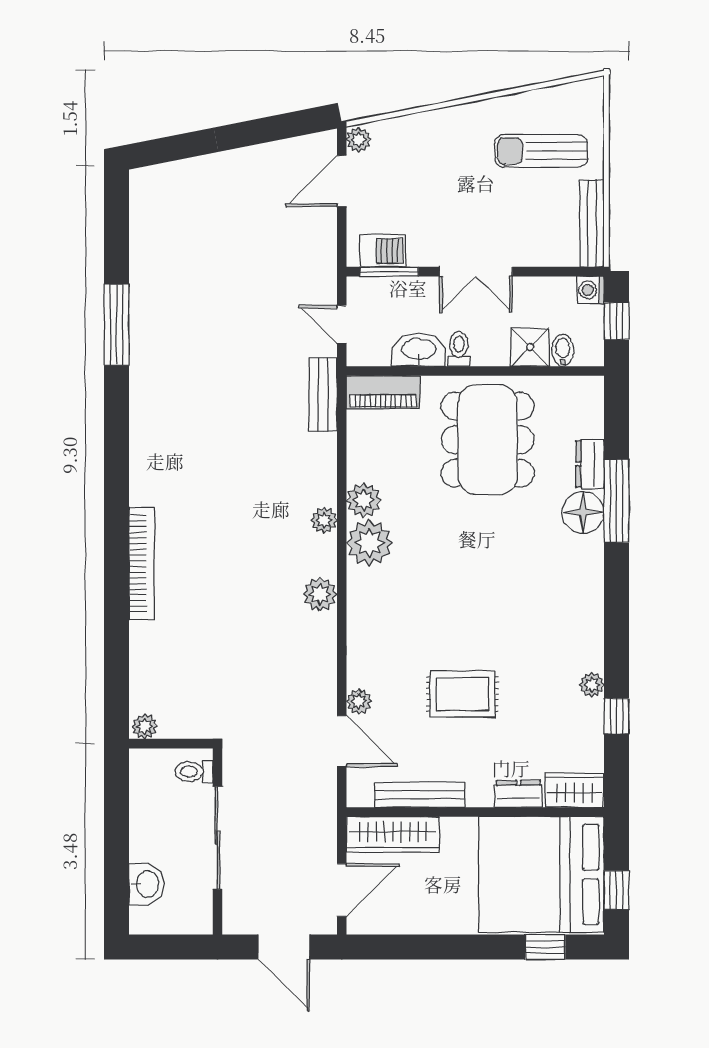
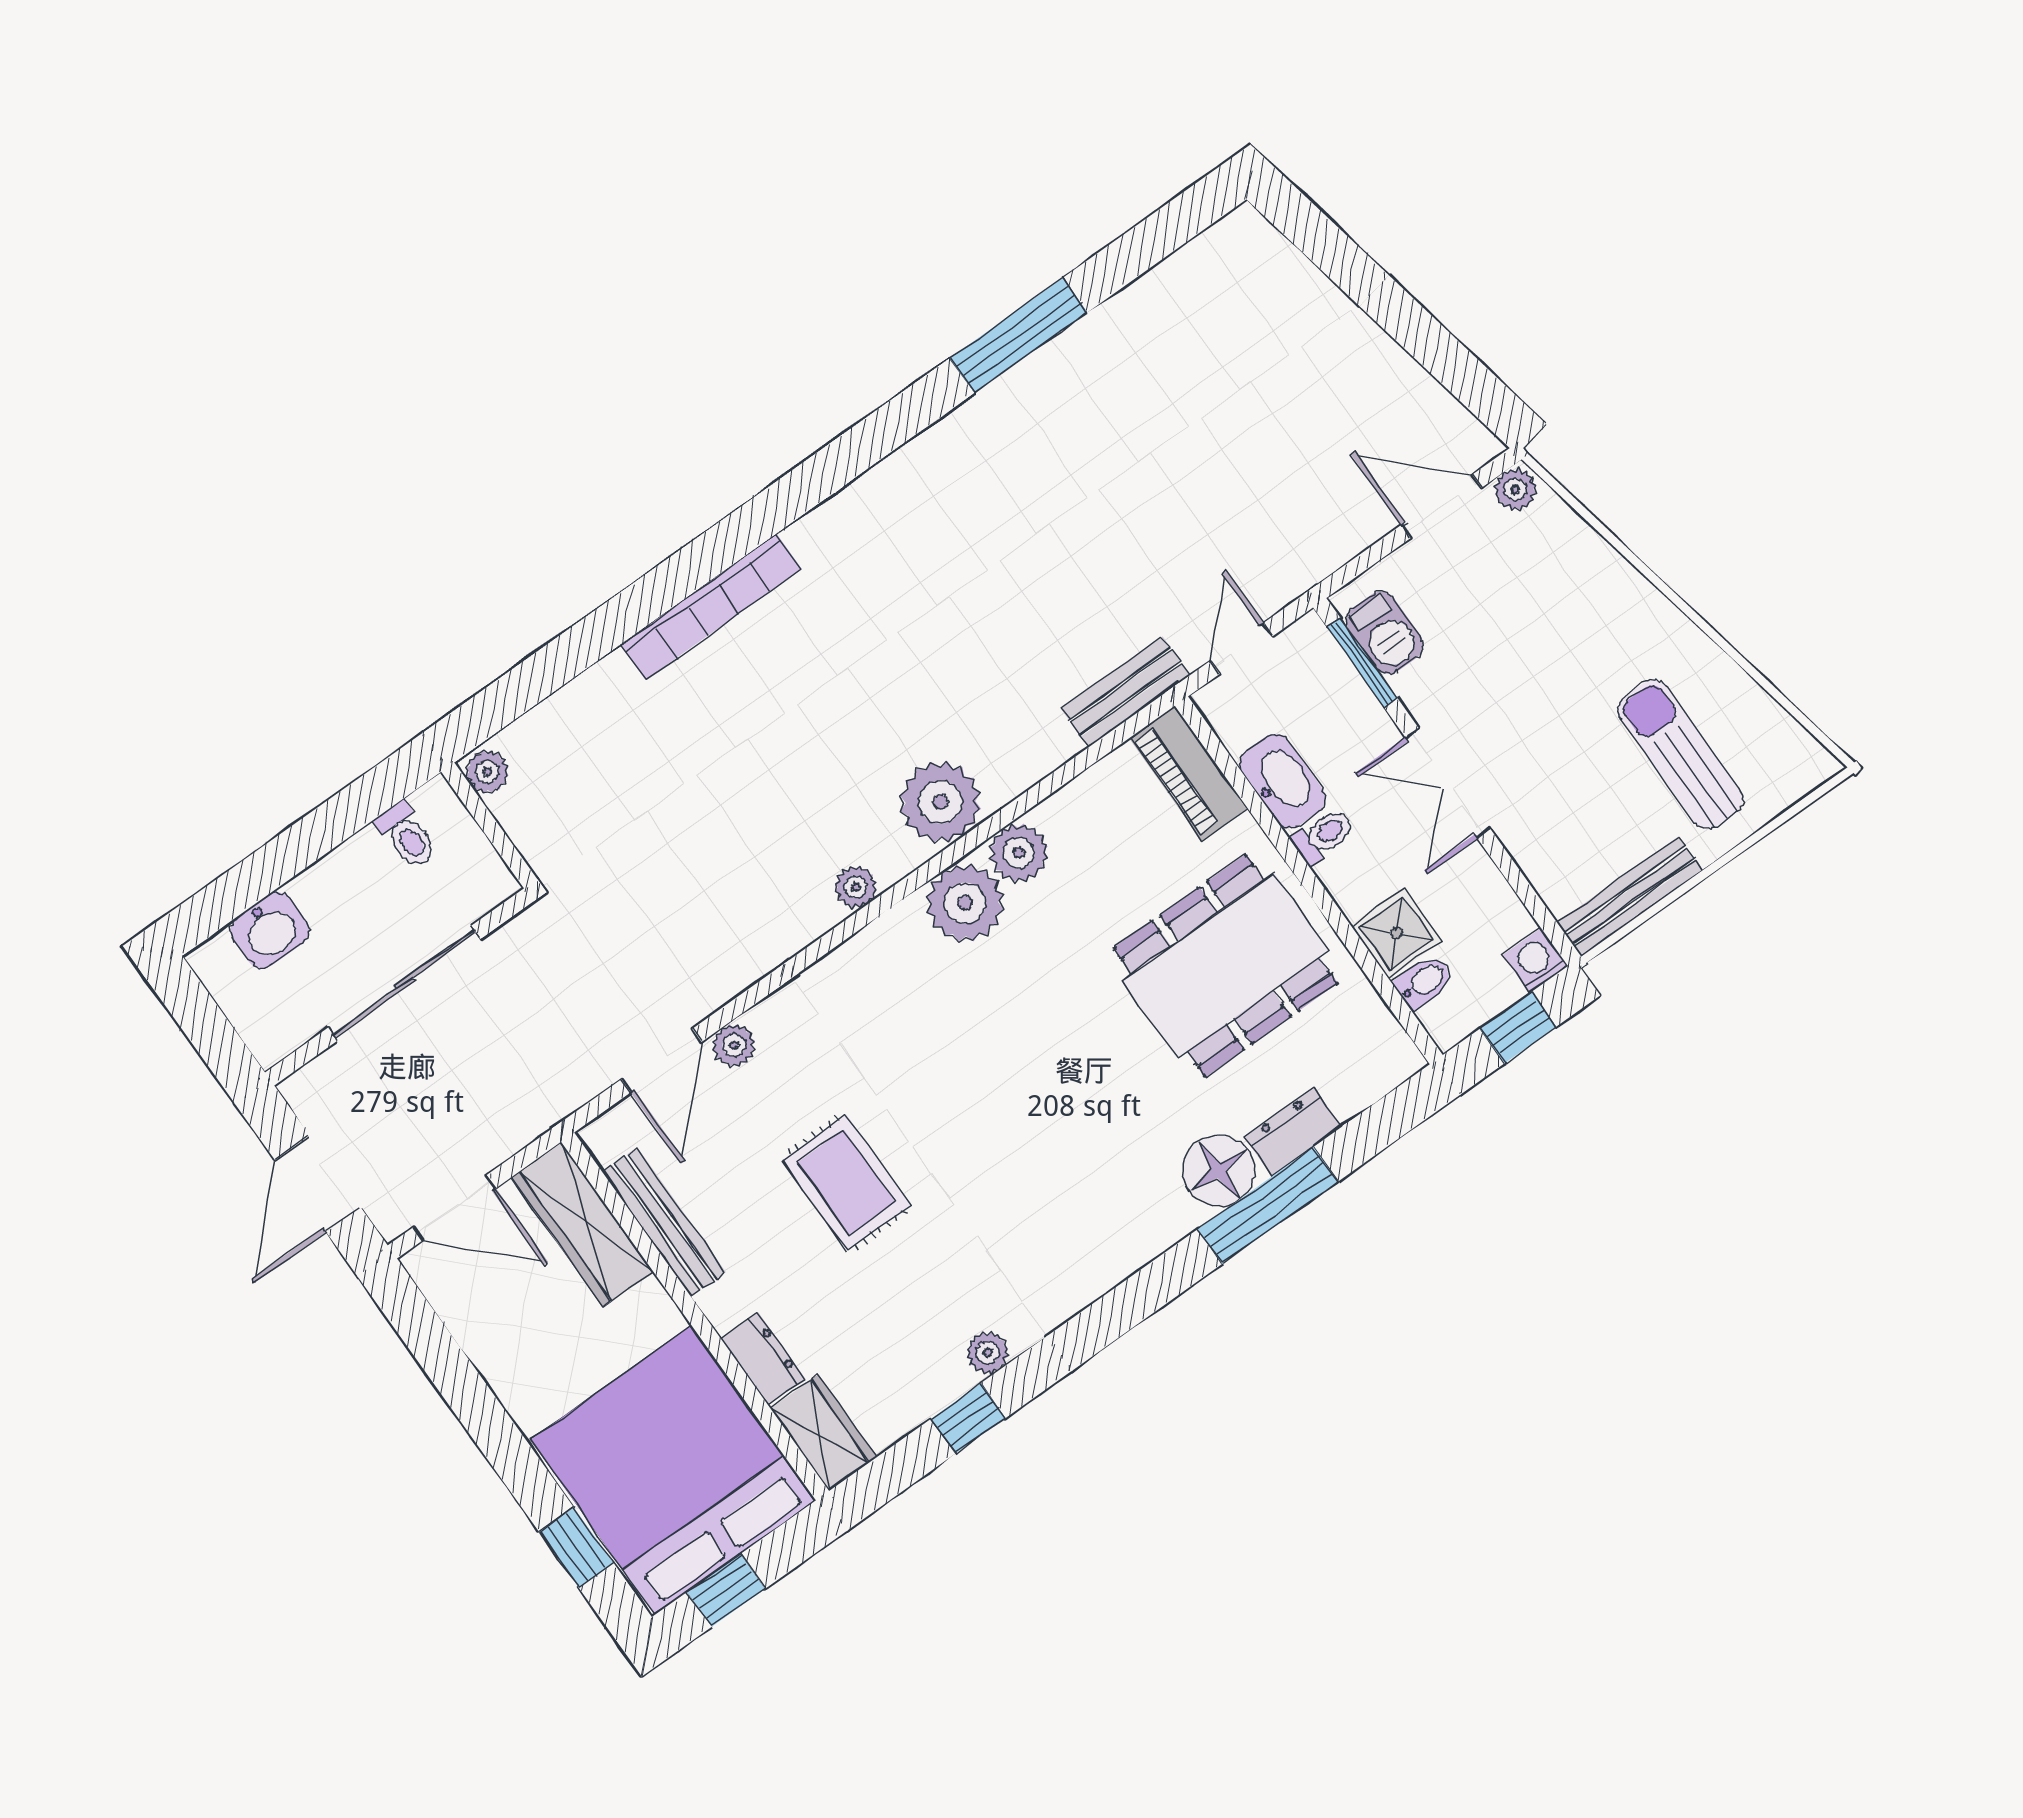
plant: (324, 520) -> (940, 802), width x1.87, depth x1.87
plant: (320, 594) -> (856, 887), width x0.73, depth x0.73
toilet: (194, 772) -> (407, 835), moved, turned 180

